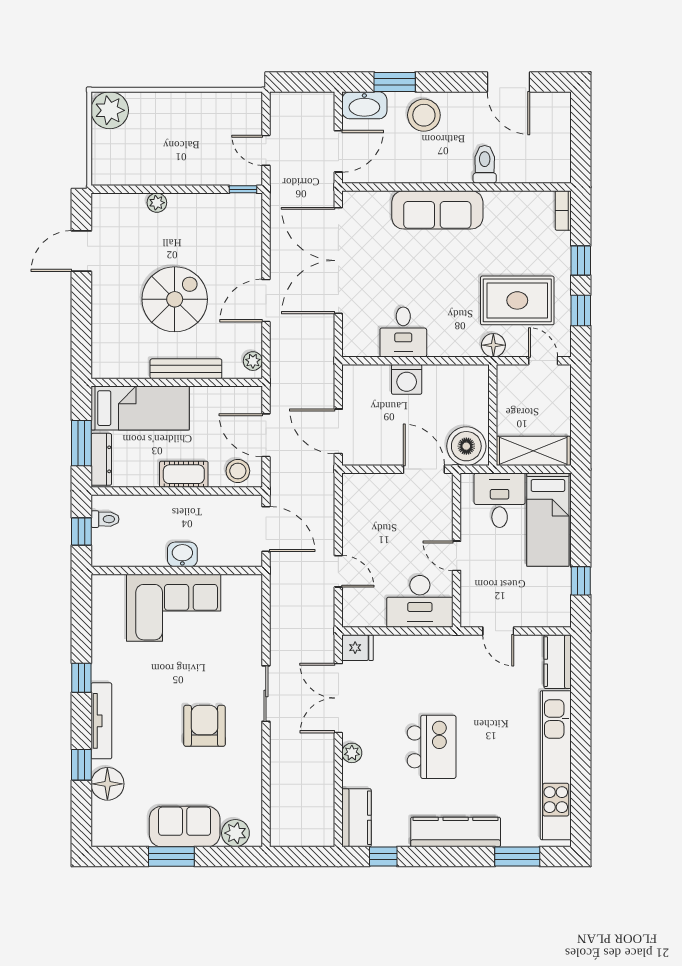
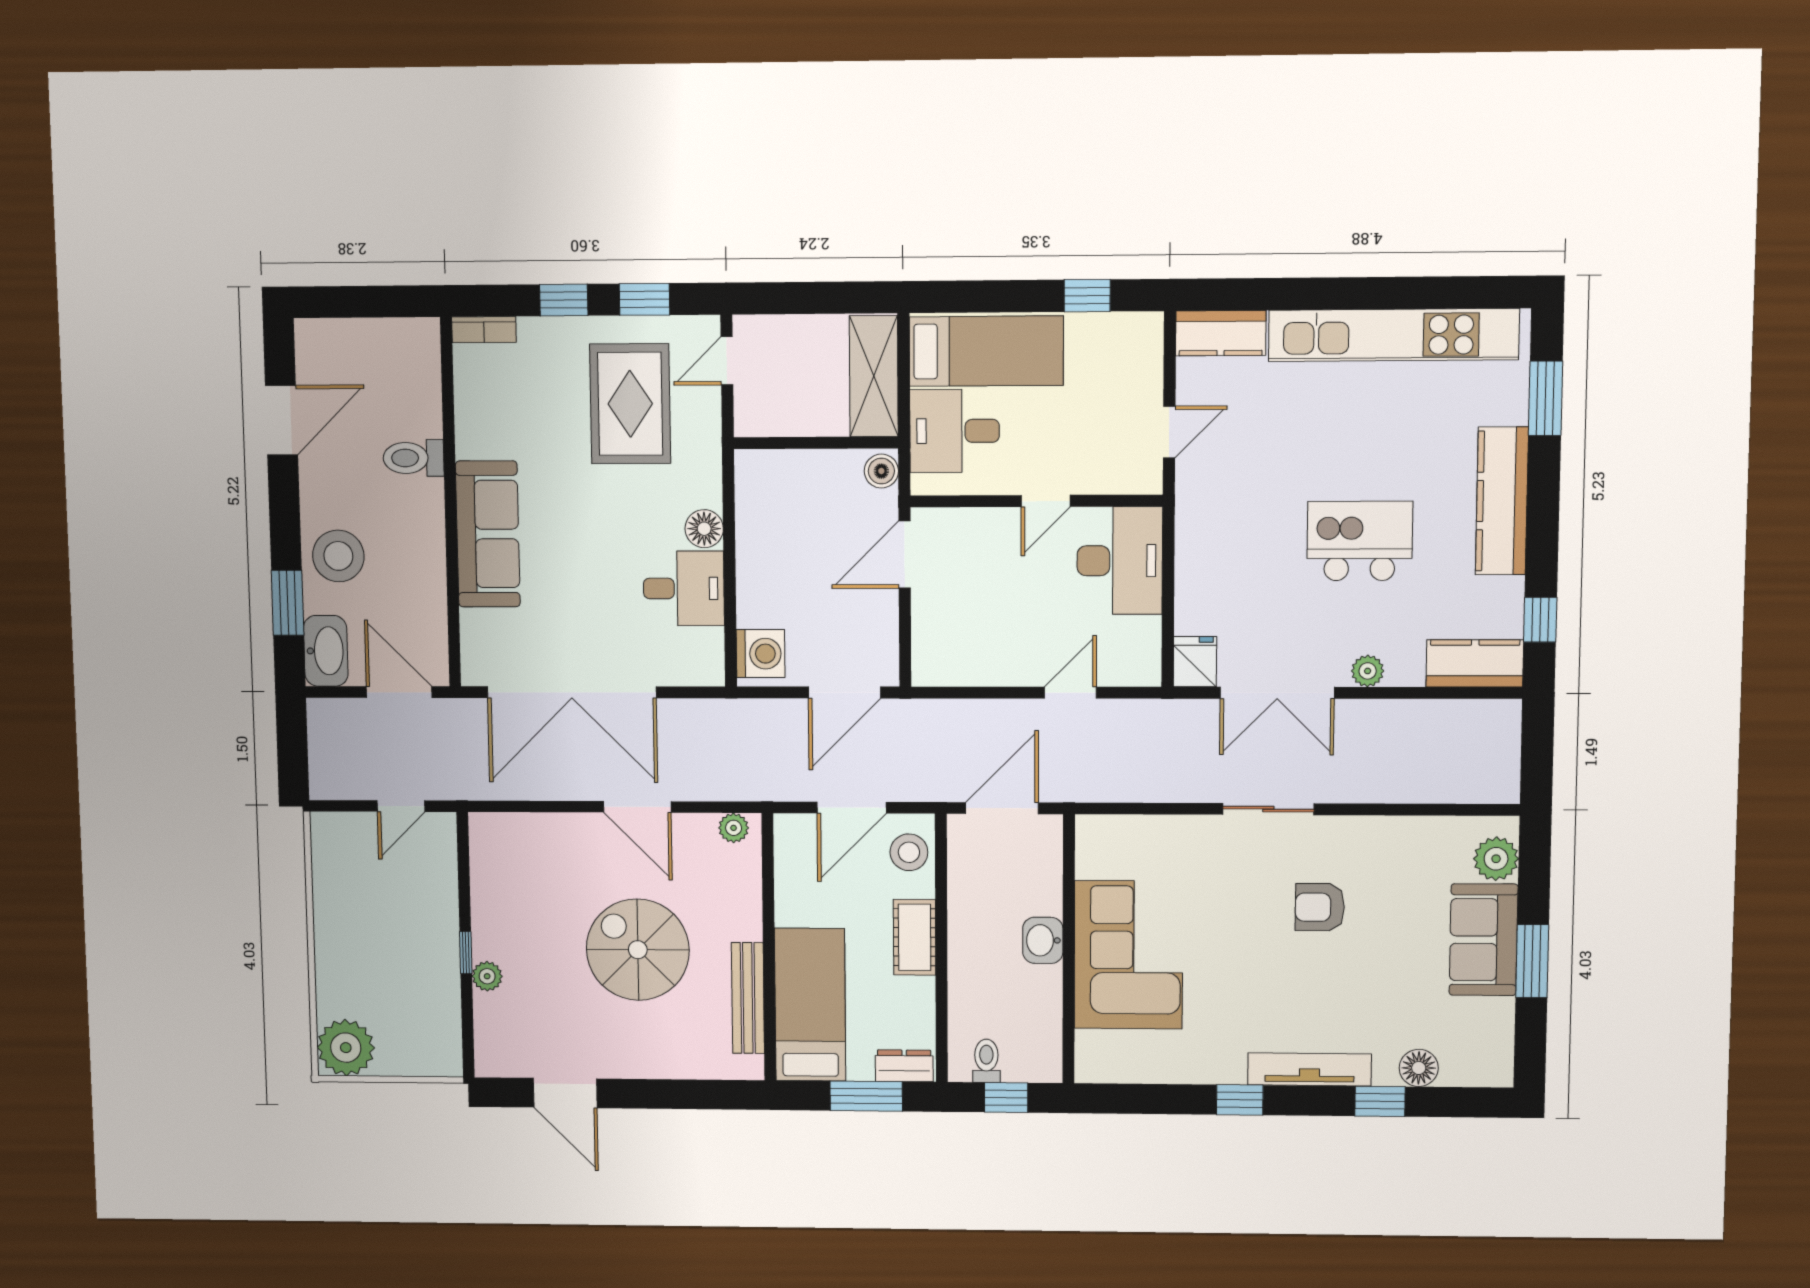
window: (243, 189) -> (466, 953), moved
floor lamp: (493, 345) -> (704, 529), moved
bench: (186, 369) -> (748, 998), moved
washing machine: (407, 379) -> (761, 654), moved
boiler: (466, 446) -> (881, 471), width x0.54, depth x0.54
dresser: (101, 459) -> (904, 1066), width x0.70
armchair: (204, 726) -> (1320, 907), width x0.72, depth x0.72
floor lamp: (107, 784) -> (1419, 1068), width x0.73, depth x0.73

